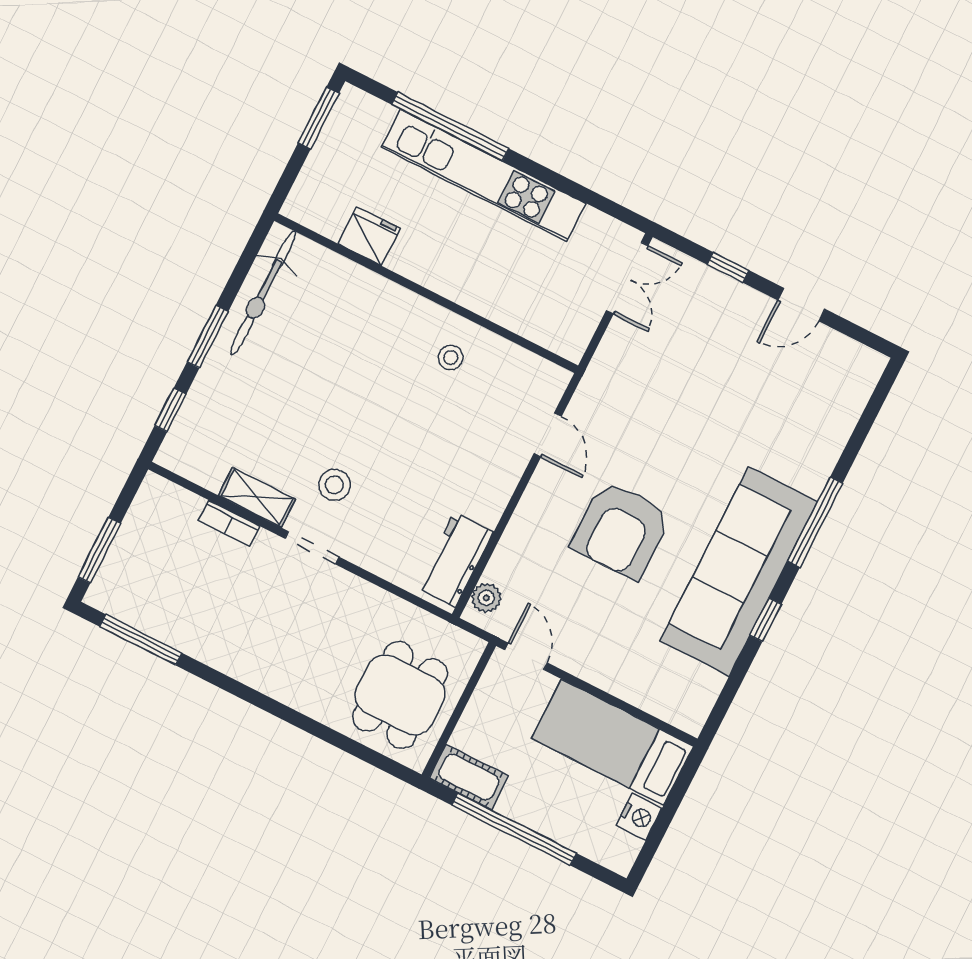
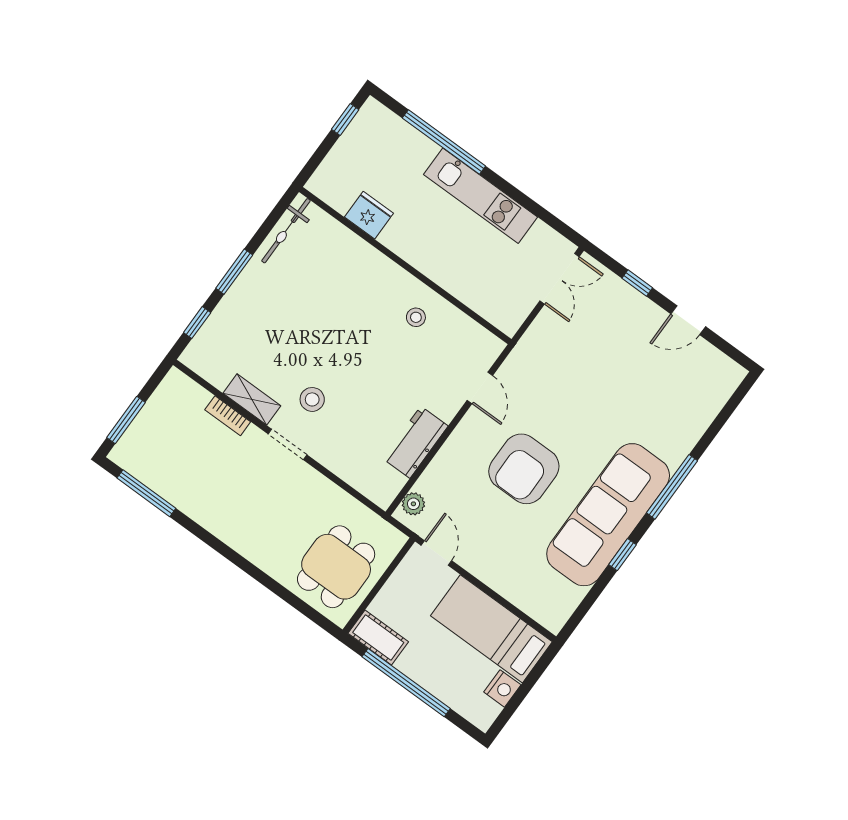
window: (319, 118) -> (345, 120), width x0.67
kitchen unit: (484, 175) -> (480, 196), width x0.73
bicycle: (263, 293) -> (286, 231), width x0.73, depth x0.71
workbench: (455, 560) -> (415, 442), moved

